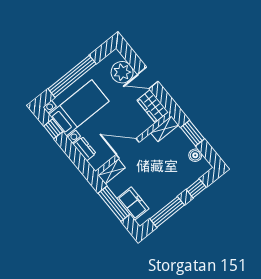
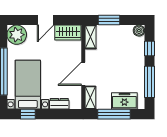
plant: (122, 72) -> (17, 35), moved
boiler: (195, 155) -> (139, 31), moved

